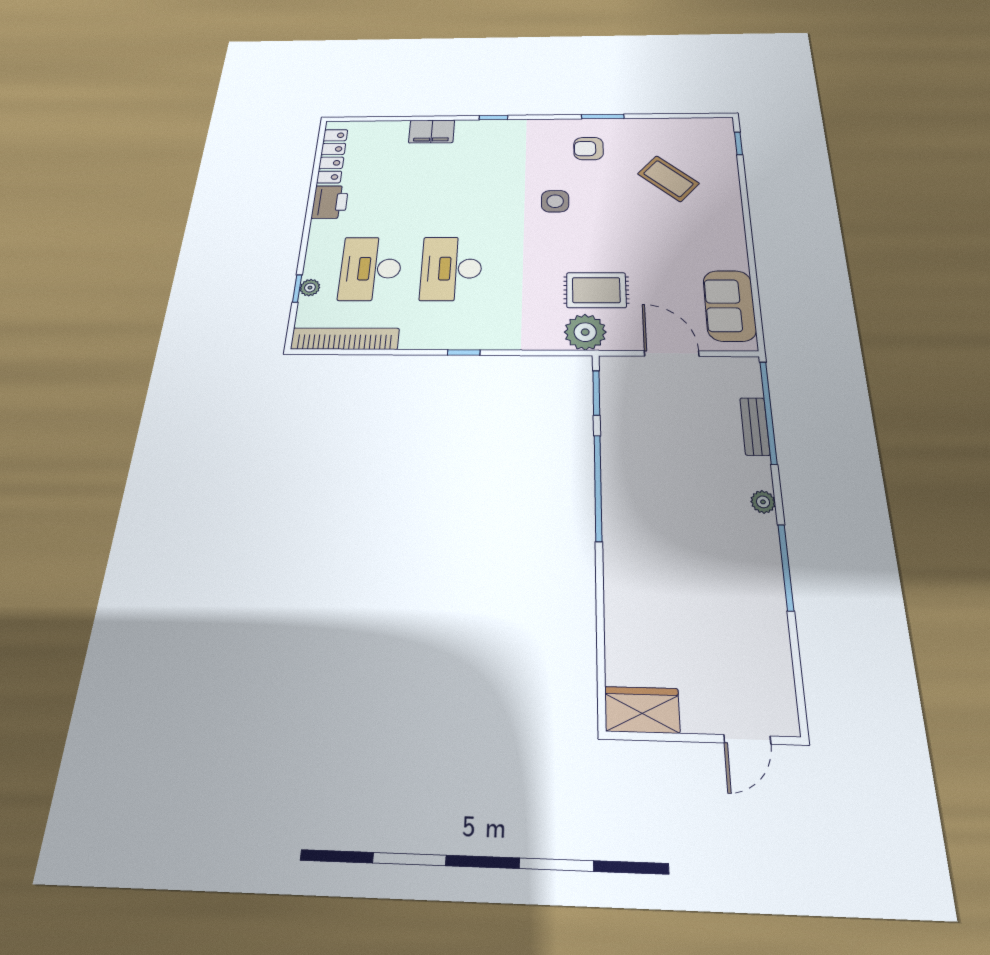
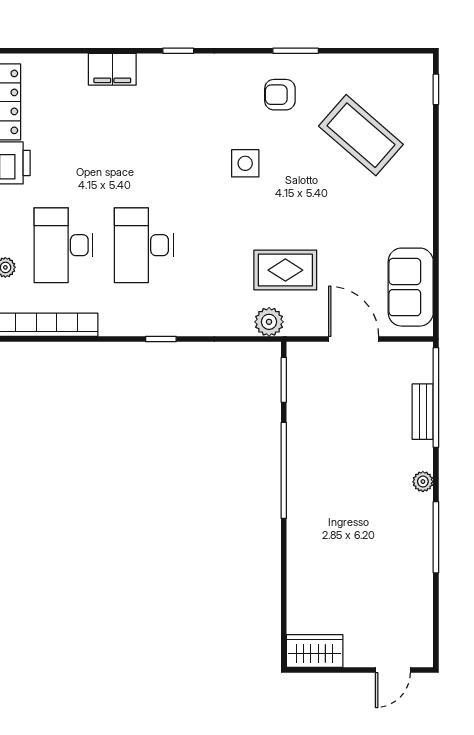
coffee table: (668, 179) -> (361, 135), width x1.36, depth x1.32
plant: (585, 332) -> (269, 322), width x0.73, depth x0.73

